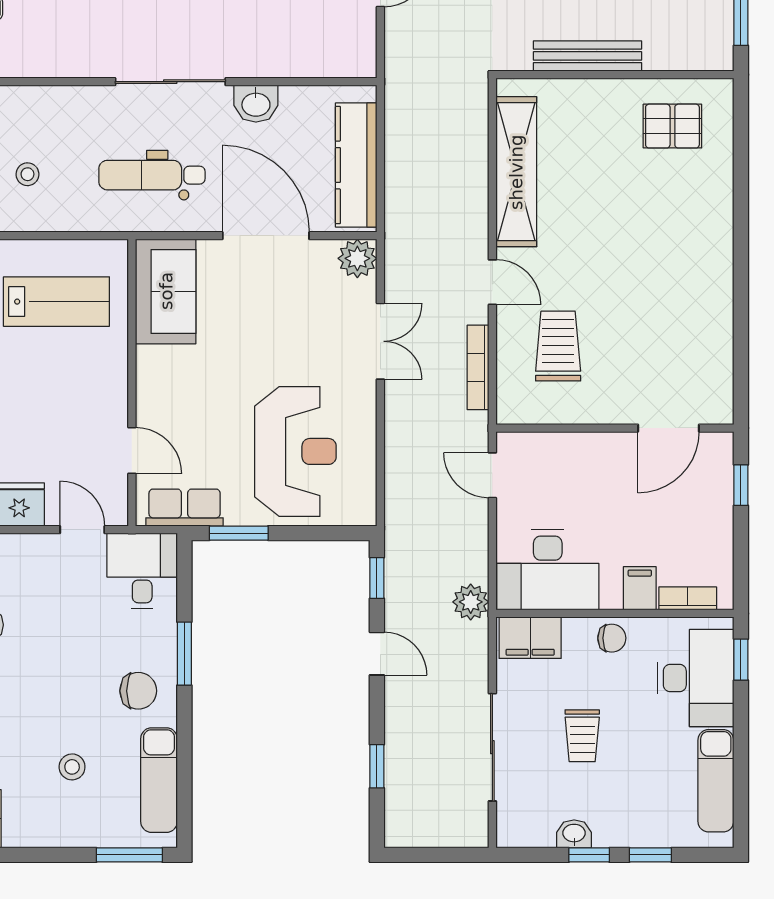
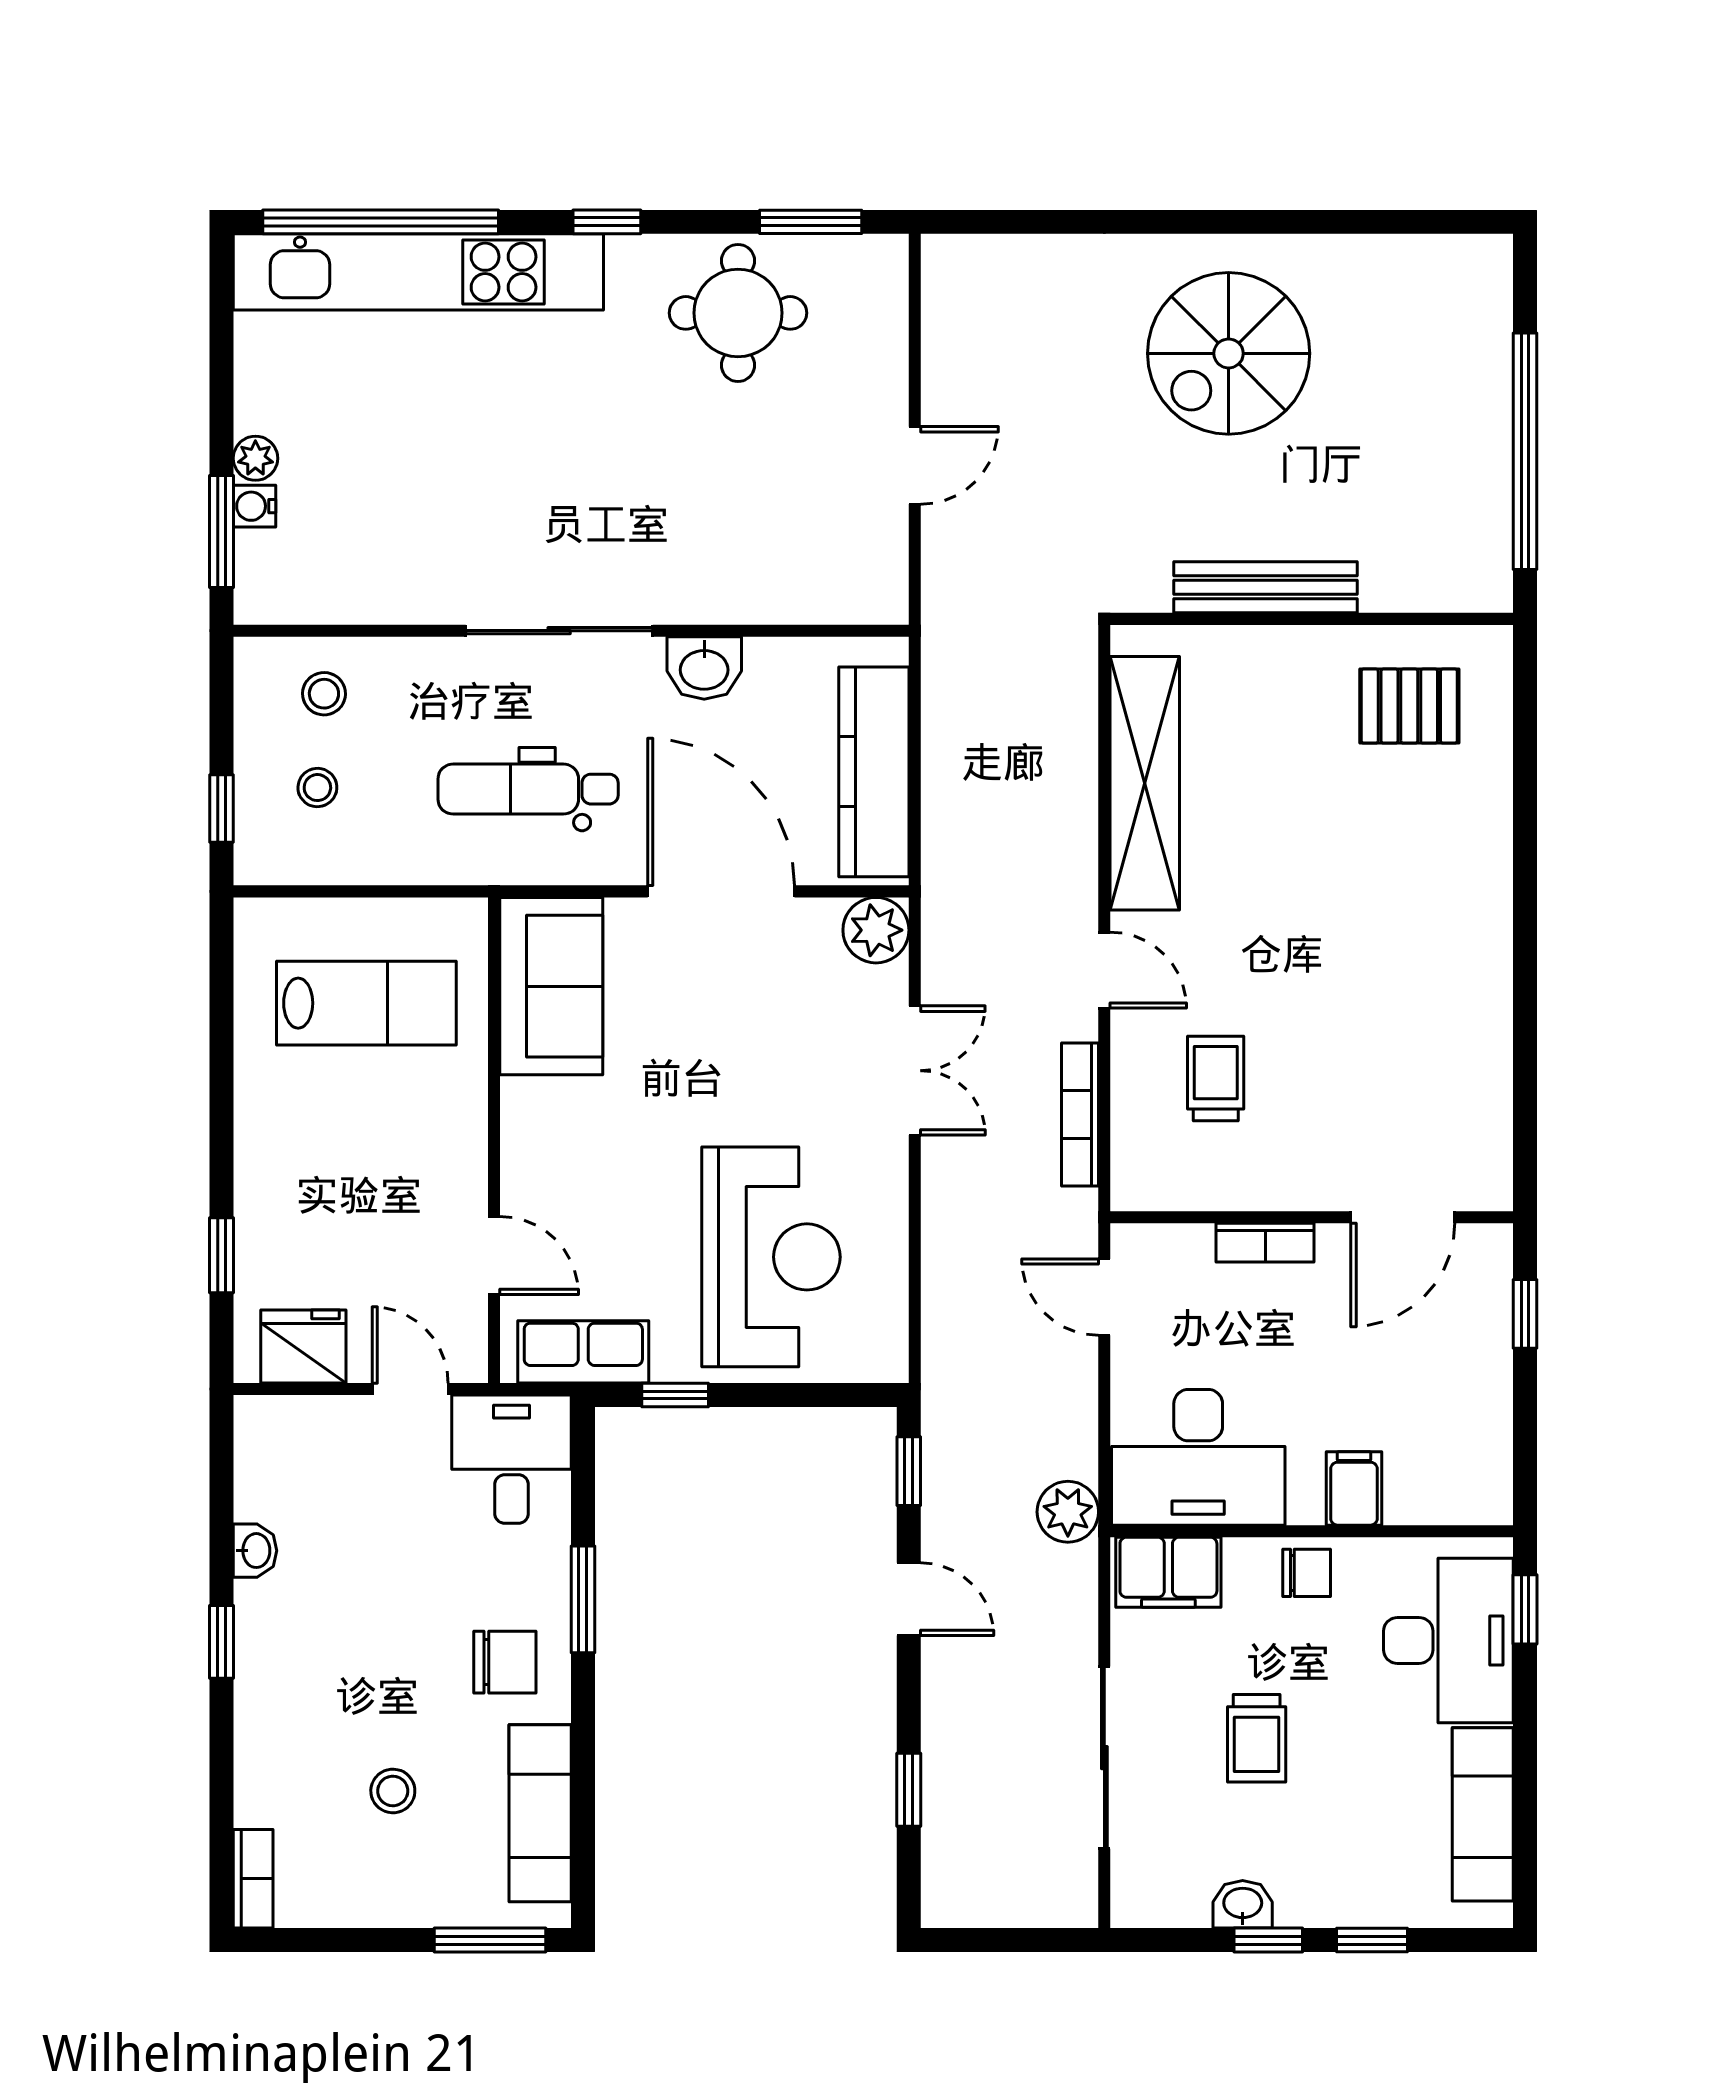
stool: (31, 119) -> (324, 694), added
trolley: (558, 346) -> (1216, 1079), width x0.73, depth x0.72
window: (239, 533) -> (675, 1395), width x0.67
bookcase: (688, 598) -> (1265, 1243), moved, turned 180

